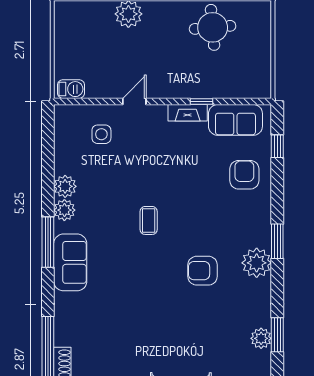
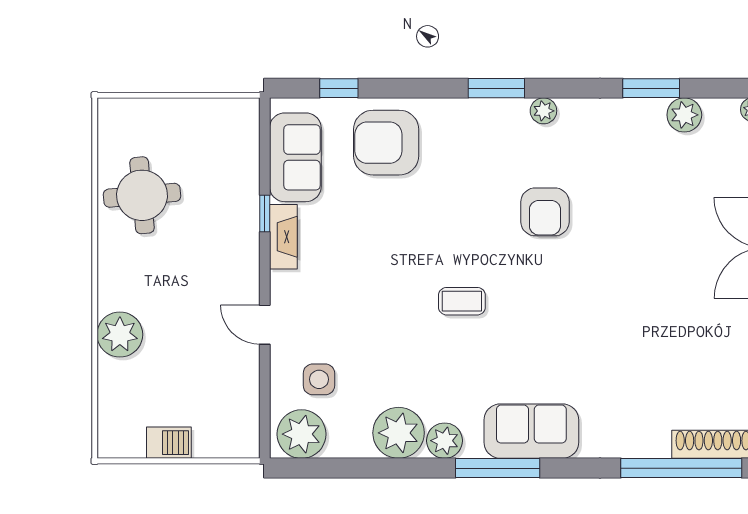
barbecue: (71, 89) -> (169, 443), moved, turned 90
plant: (68, 124) -> (302, 434), added
armchair: (244, 175) -> (386, 143), width x1.36, depth x1.36
plant: (65, 186) -> (399, 433), width x1.36, depth x1.36
plant: (257, 263) -> (543, 111), width x0.53, depth x0.53
plant: (261, 338) -> (684, 115), moved

